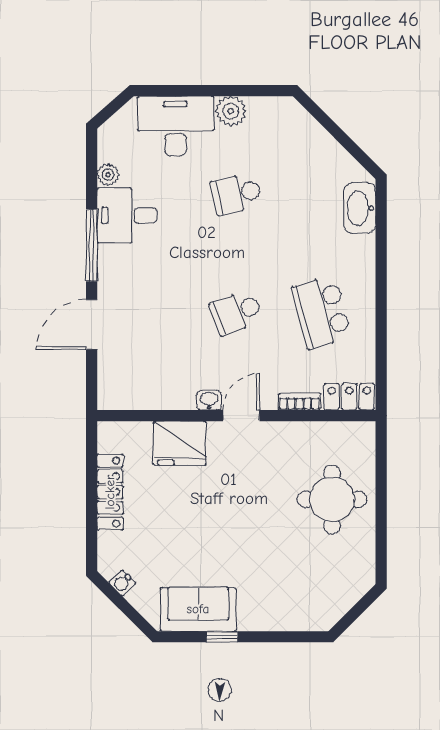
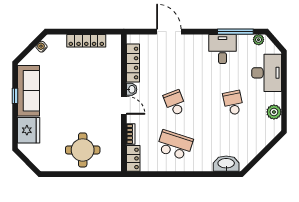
plant: (231, 111) -> (274, 112), moved
plant: (108, 175) -> (259, 40), moved
window: (92, 245) -> (235, 32), moved
school desk: (322, 312) -> (175, 145), turned 33
locker: (156, 397) -> (133, 63), added
fridge: (180, 443) -> (29, 130), moved, turned 180
sofa: (198, 609) -> (28, 91), width x1.36

